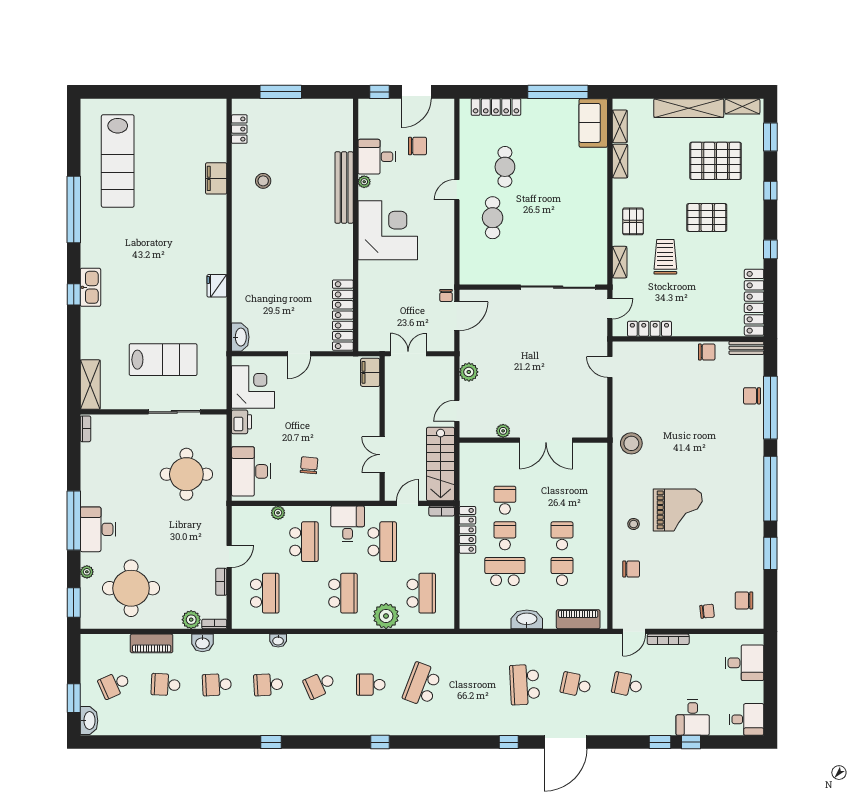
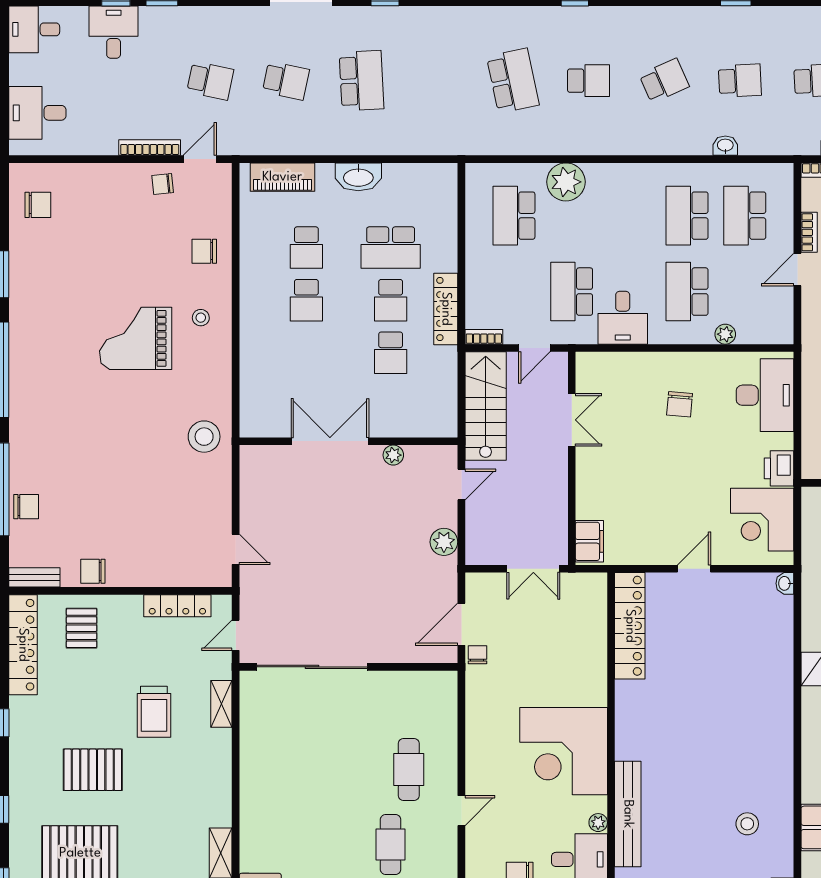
pallet: (633, 221) -> (82, 628), moved
washbasin: (240, 337) -> (785, 583), width x0.52, depth x0.69
school desk: (343, 593) -> (687, 216), moved
chair: (707, 611) -> (163, 184), moved
school desk: (422, 685) -> (513, 81), turned -33

